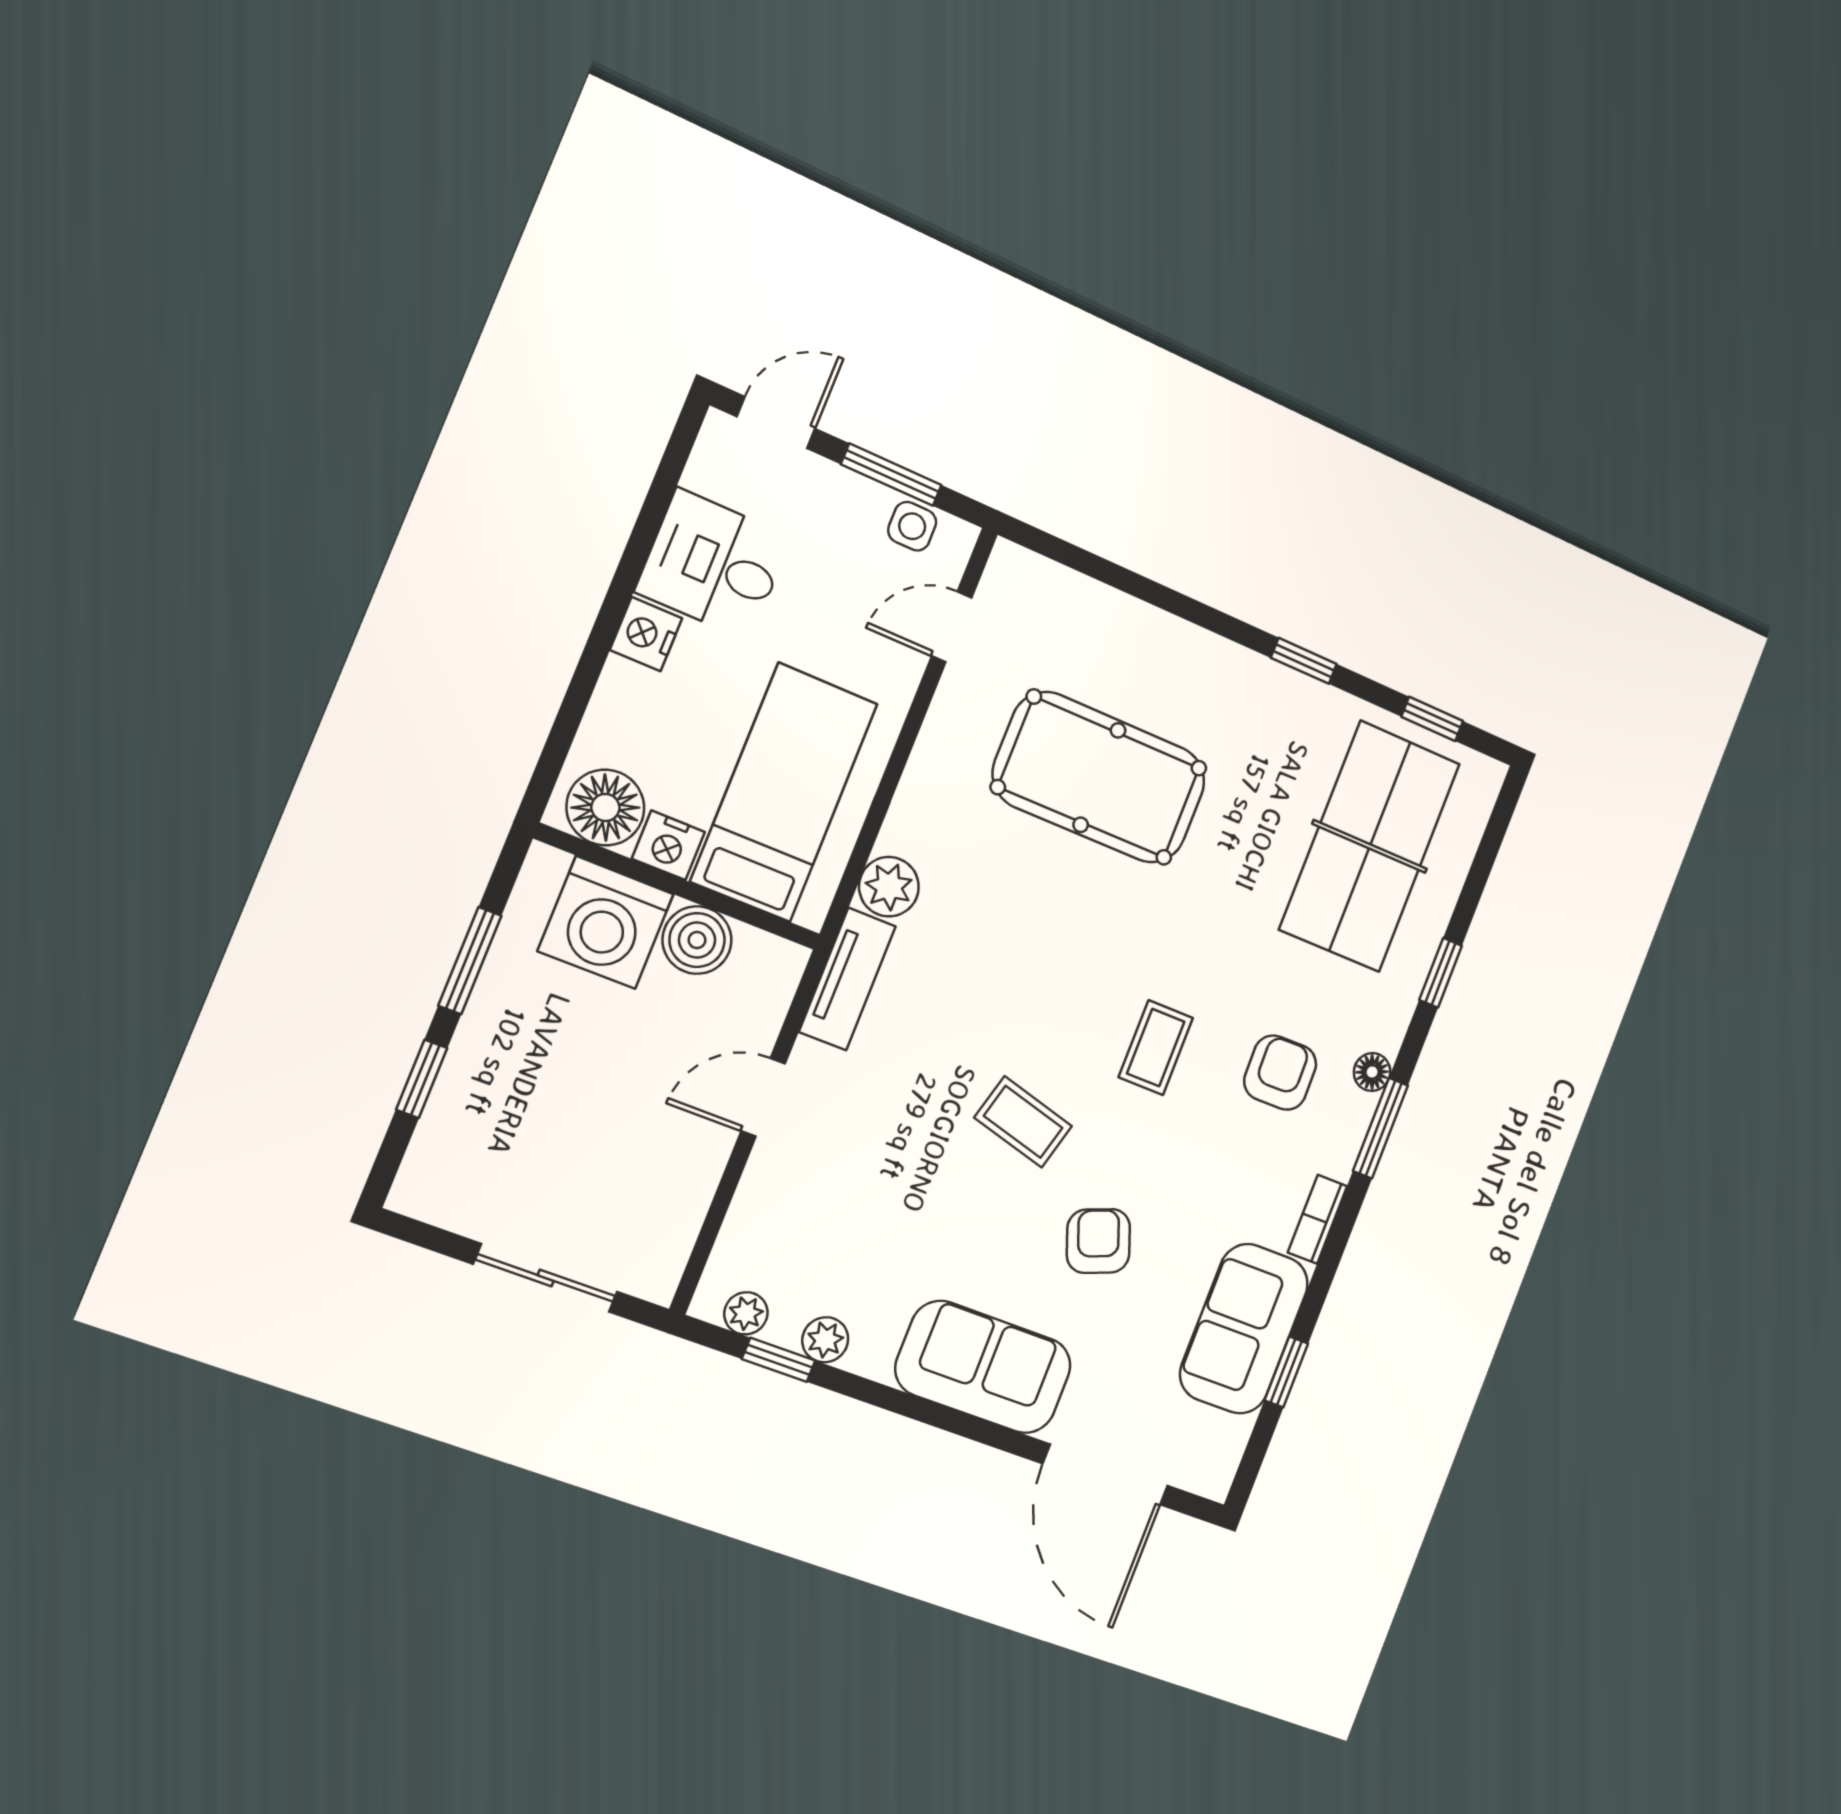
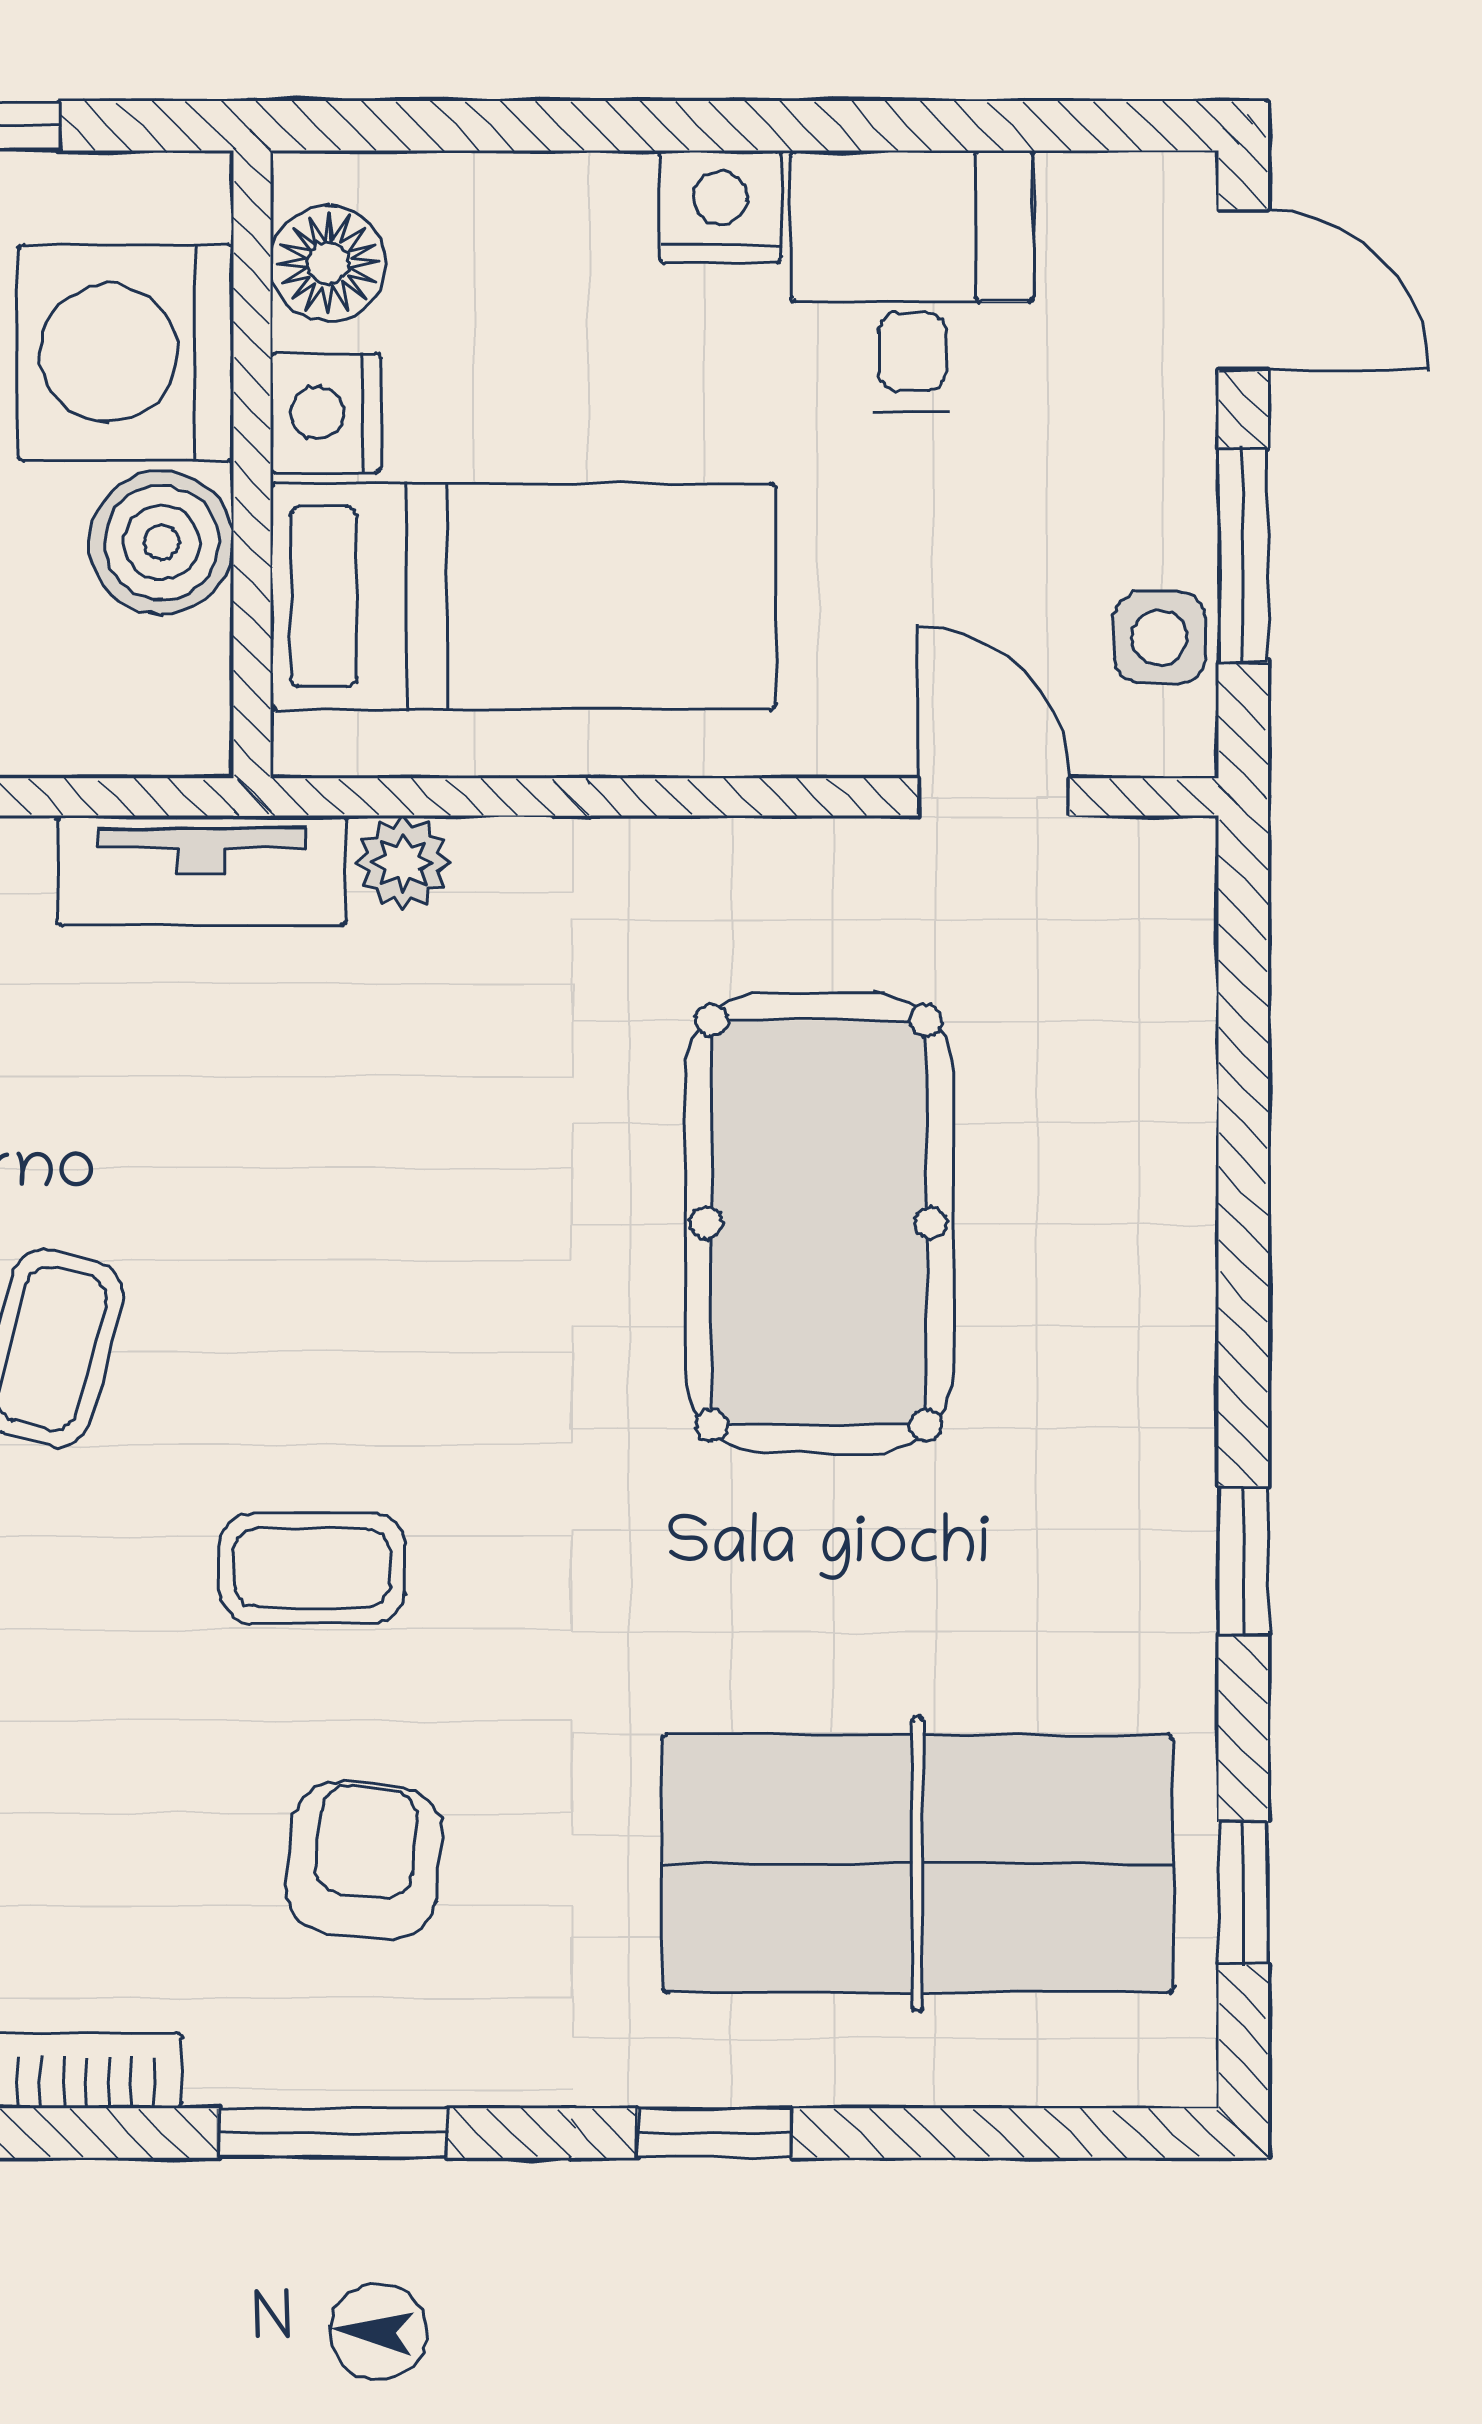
floor lamp: (605, 808) -> (328, 263), width x0.73, depth x0.73
plant: (889, 887) -> (403, 862), width x0.73, depth x0.73
floor lamp: (1372, 1072) -> (444, 2065), removed
armchair: (1280, 1073) -> (364, 1860), turned -83

